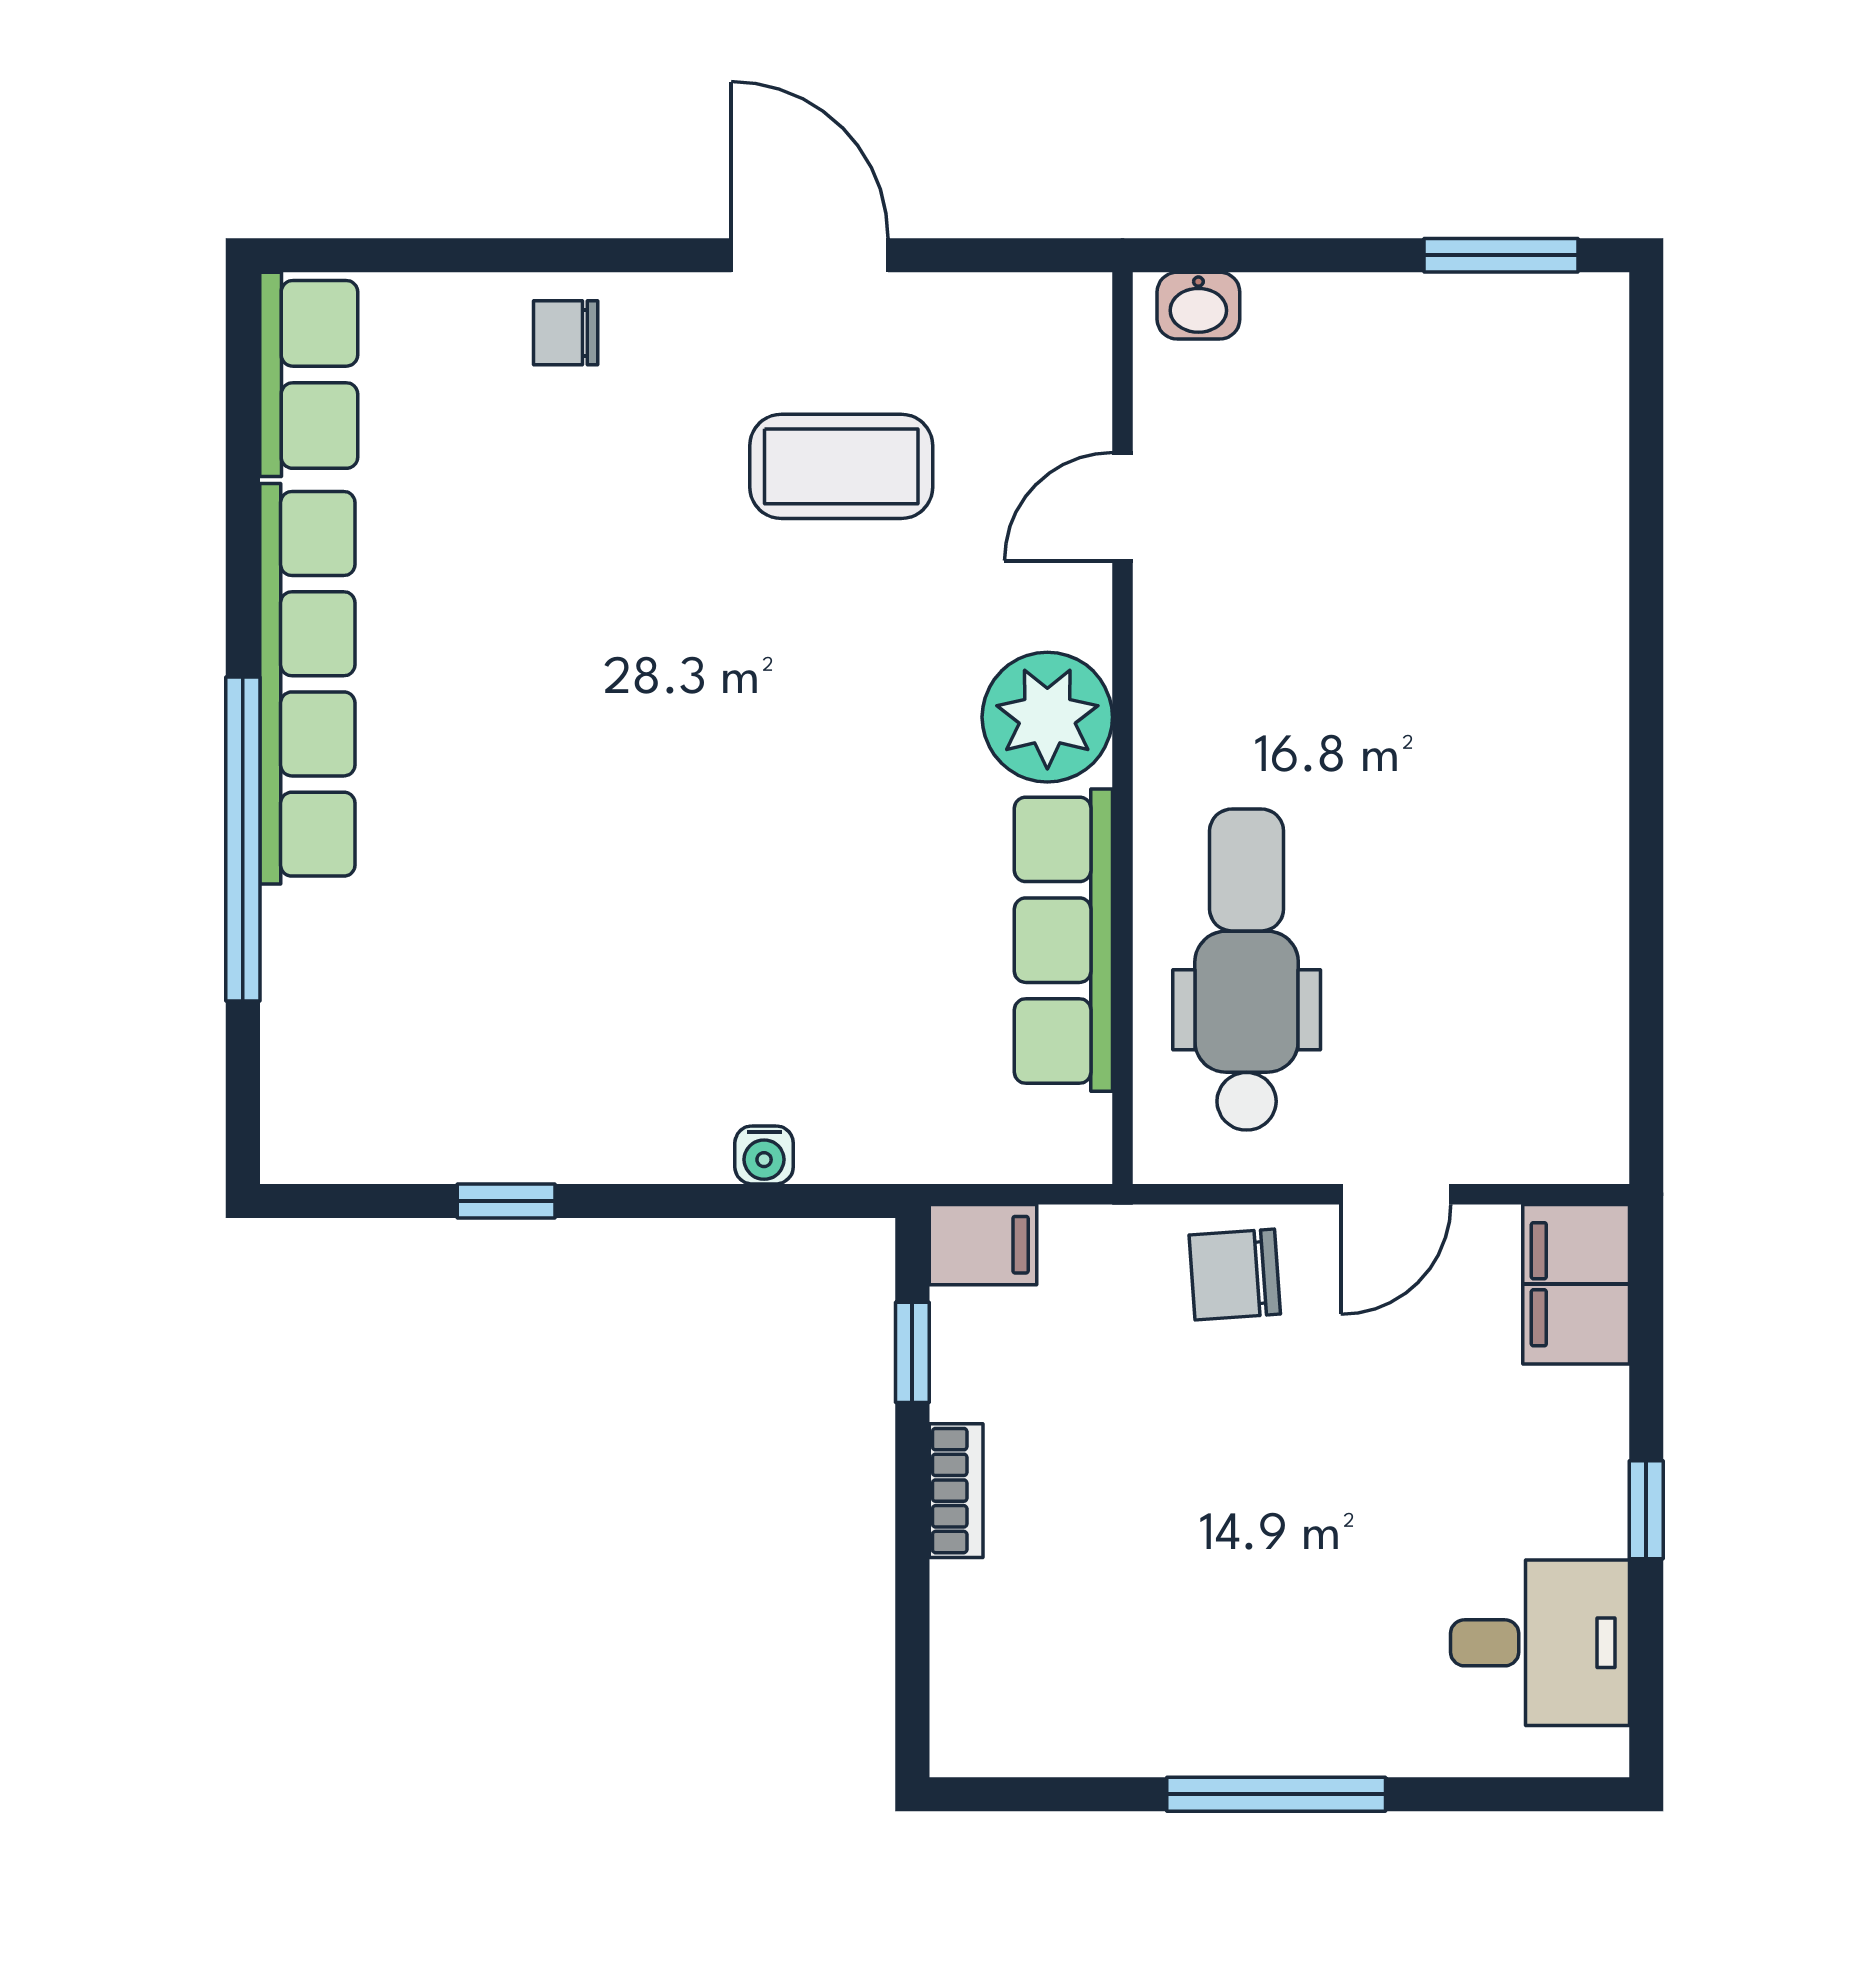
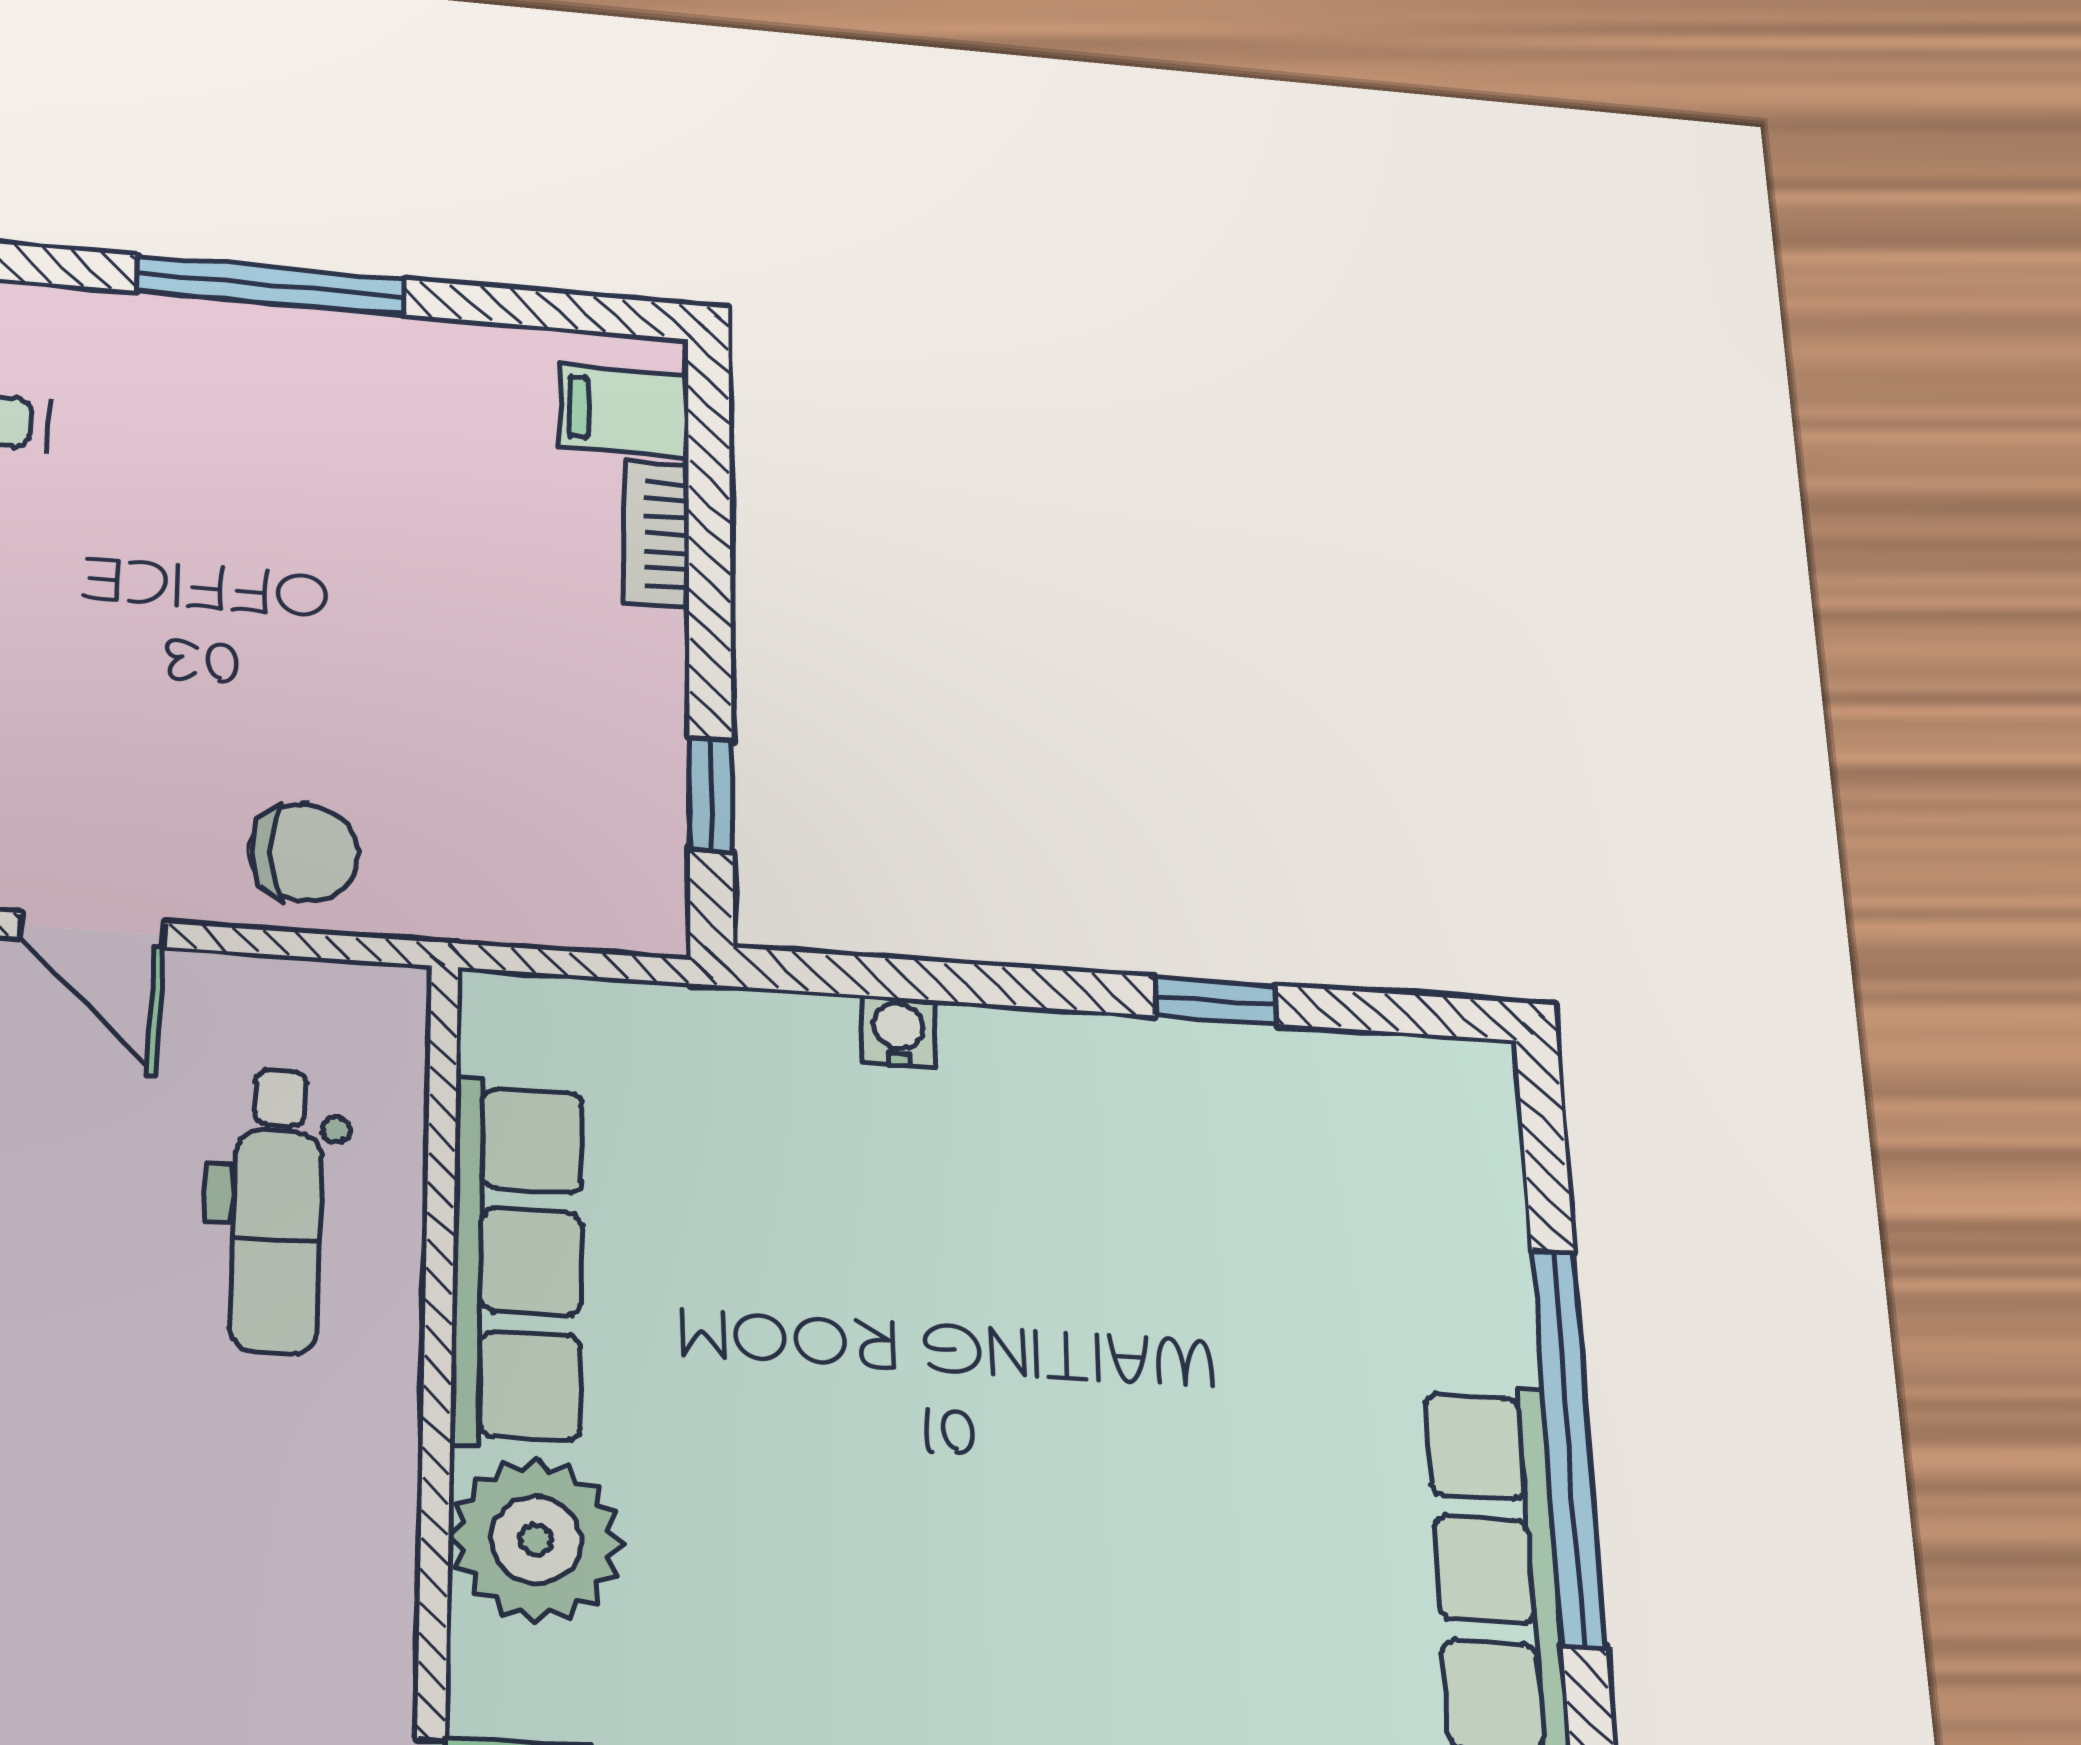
dental chair: (1247, 970) -> (277, 1210), width x0.73, depth x0.72
door: (1396, 1194) -> (92, 930), swing flipped
filing cabinet: (983, 1245) -> (624, 411), moved
bookcase: (956, 1491) -> (656, 534), moved

